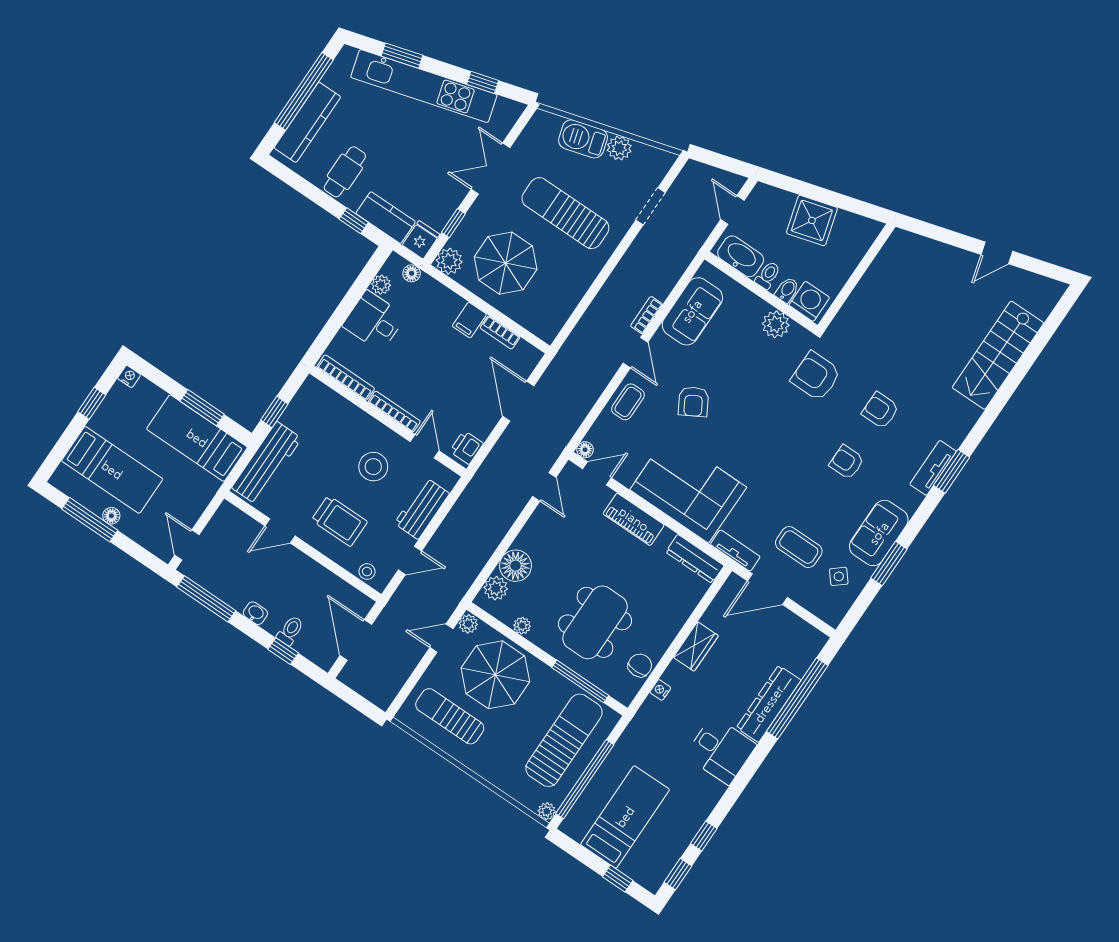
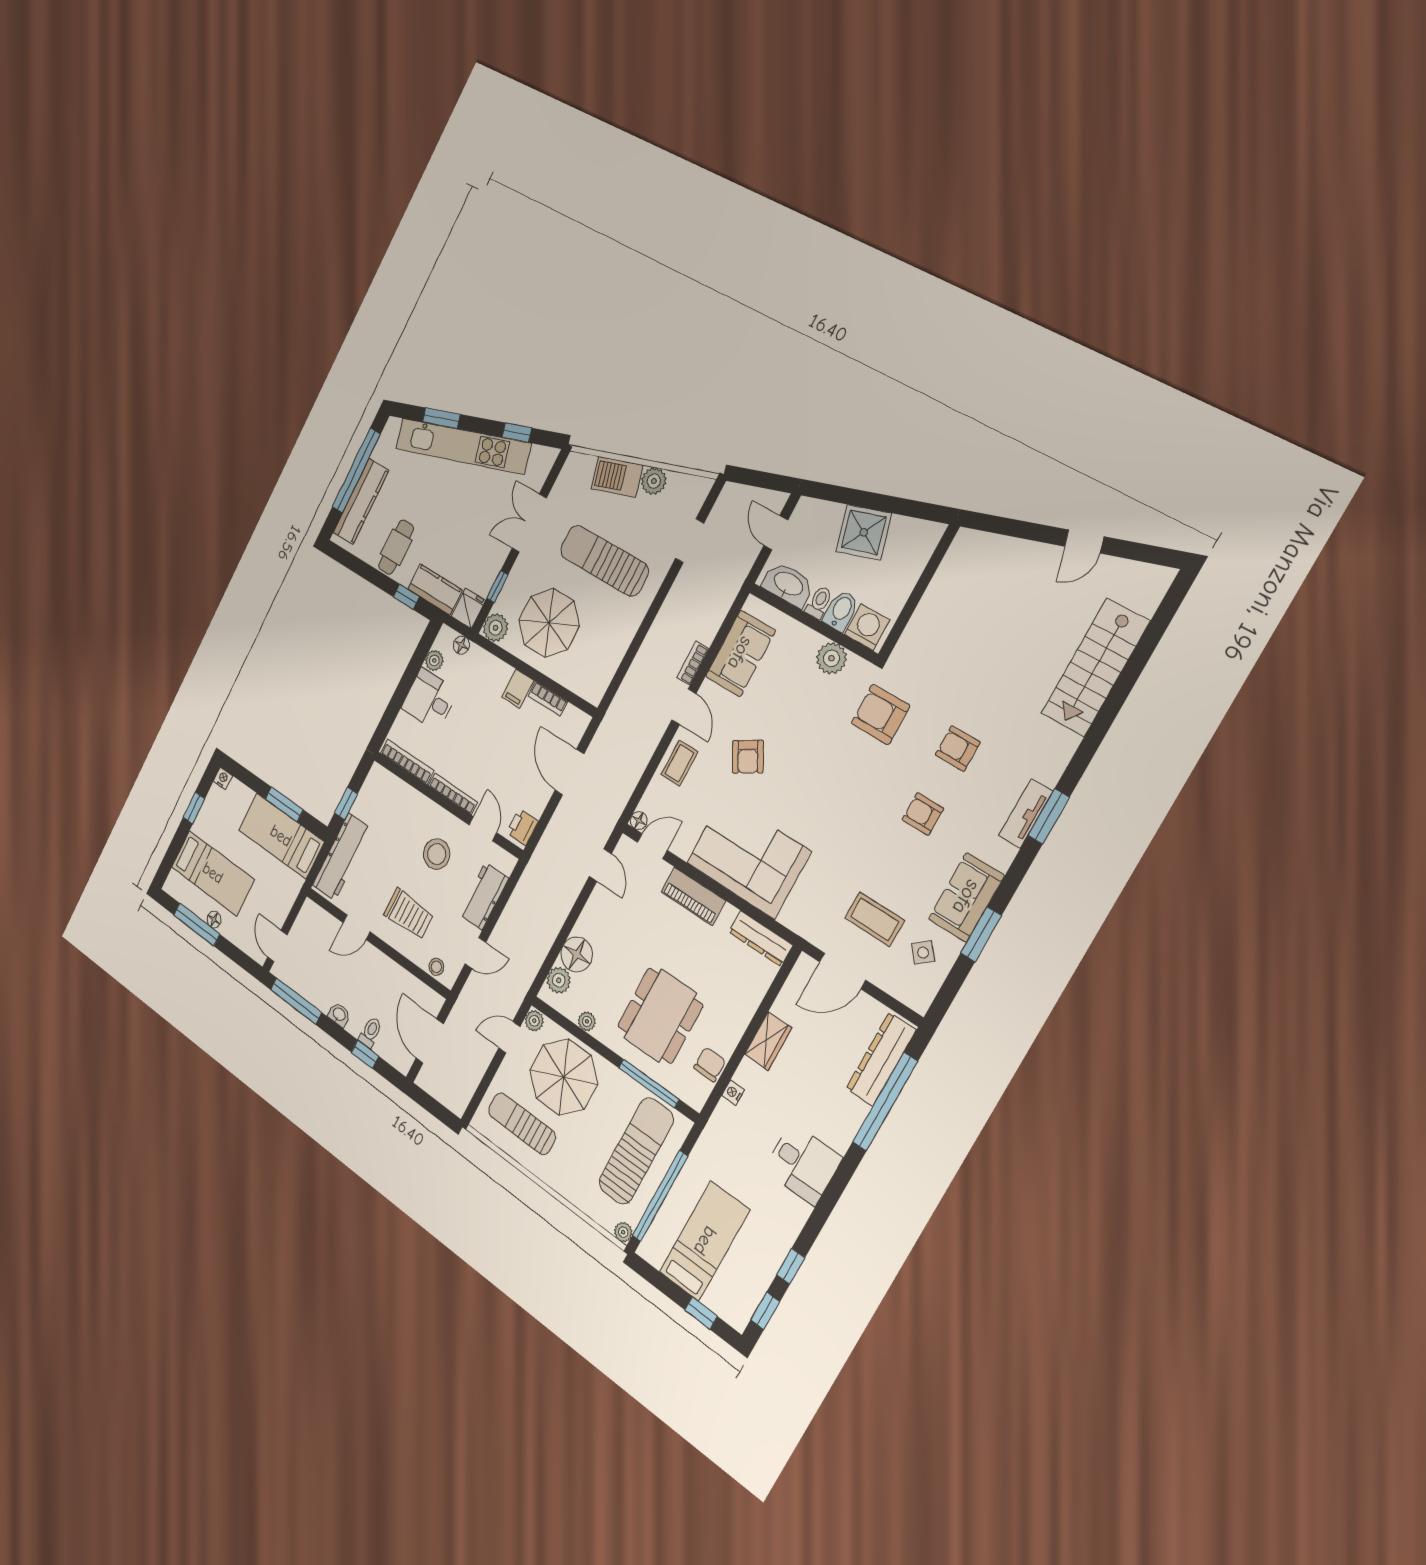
bidet: (787, 290) -> (841, 611), width x1.38, depth x1.36
tv unit: (735, 550) -> (804, 927), removed
dresser: (769, 704) -> (881, 1059), moved

